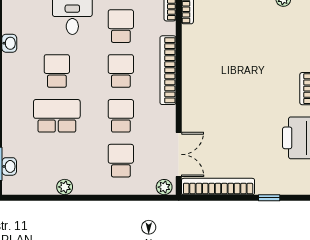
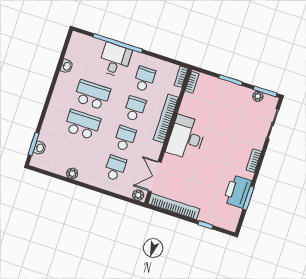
school desk: (57, 71) -> (92, 95), width x1.85
desk: (204, 87) -> (186, 138), added
double door: (179, 154) -> (155, 177), swing flipped

